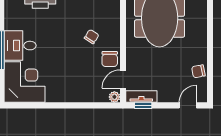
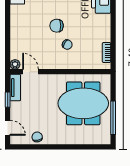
chair: (110, 59) -> (57, 26), moved
window: (143, 105) -> (8, 100), moved

